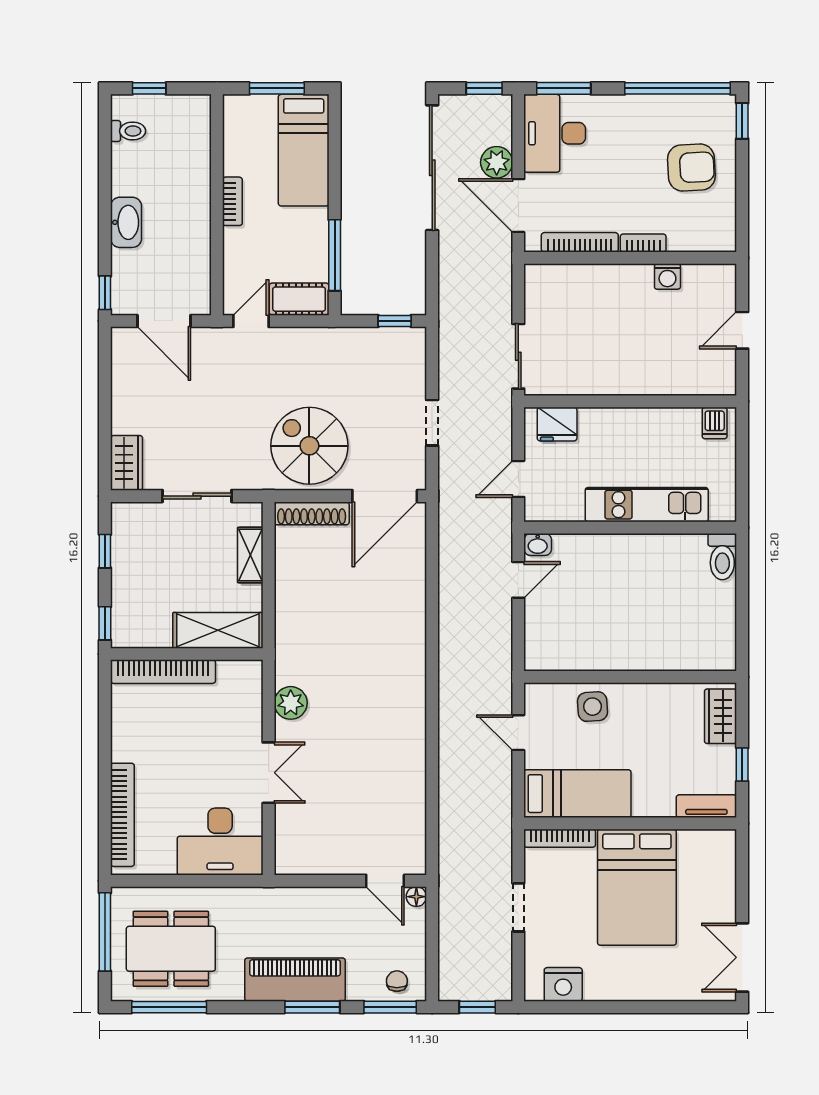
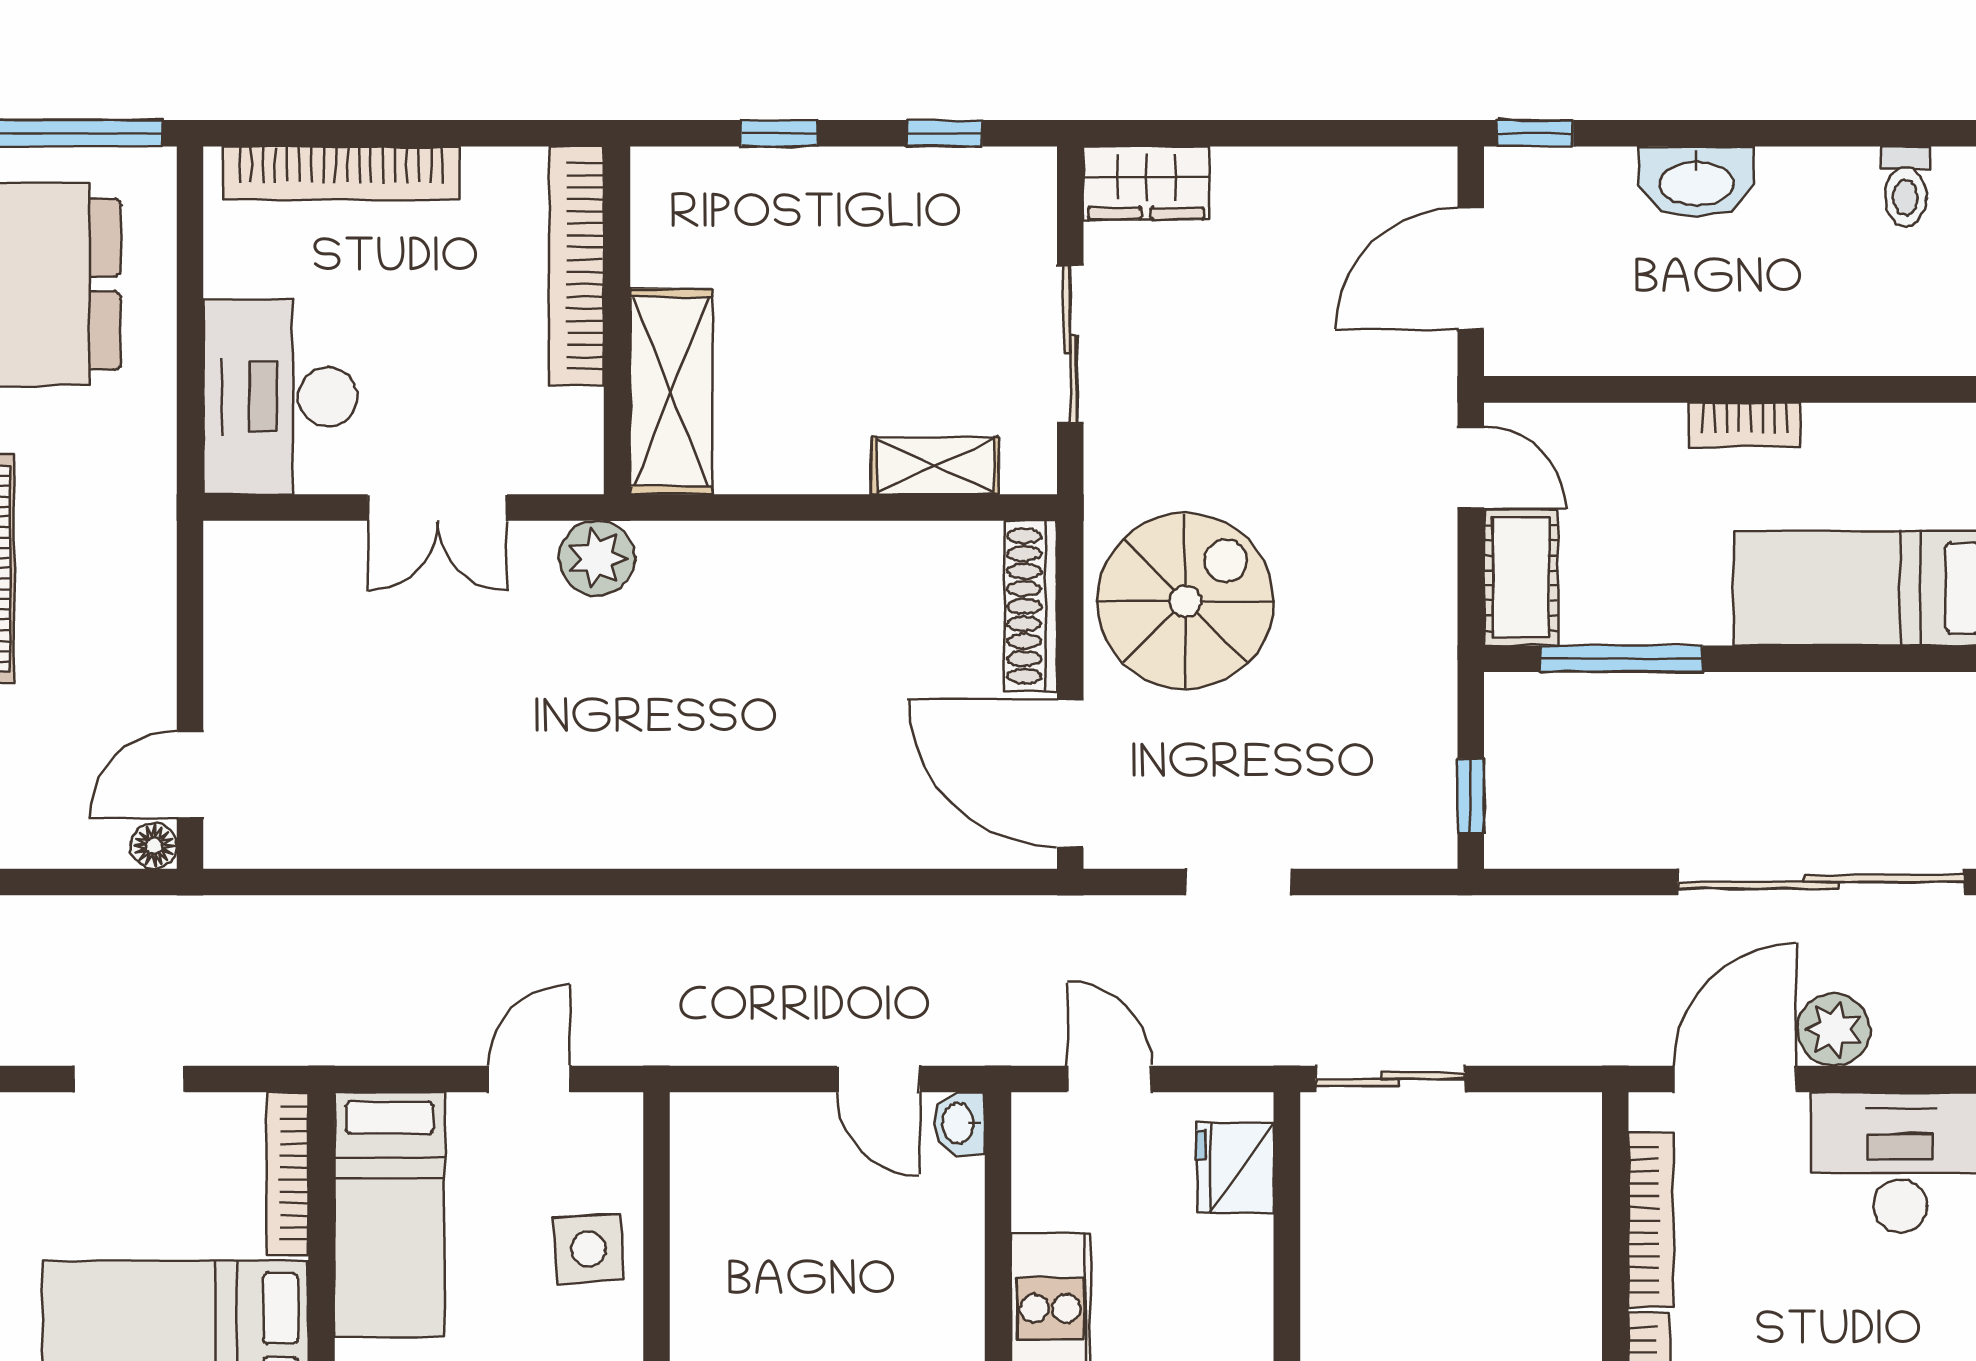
shelving: (218, 630) -> (671, 392), moved
wall: (187, 654) -> (617, 320), moved
bookcase: (163, 672) -> (577, 266), moved

